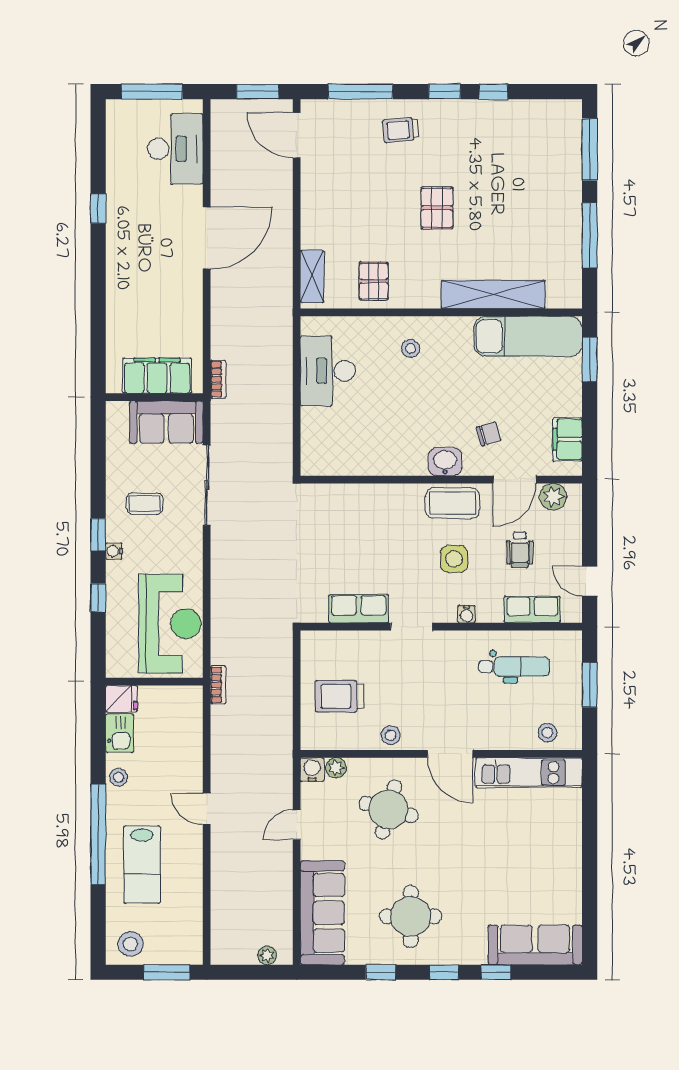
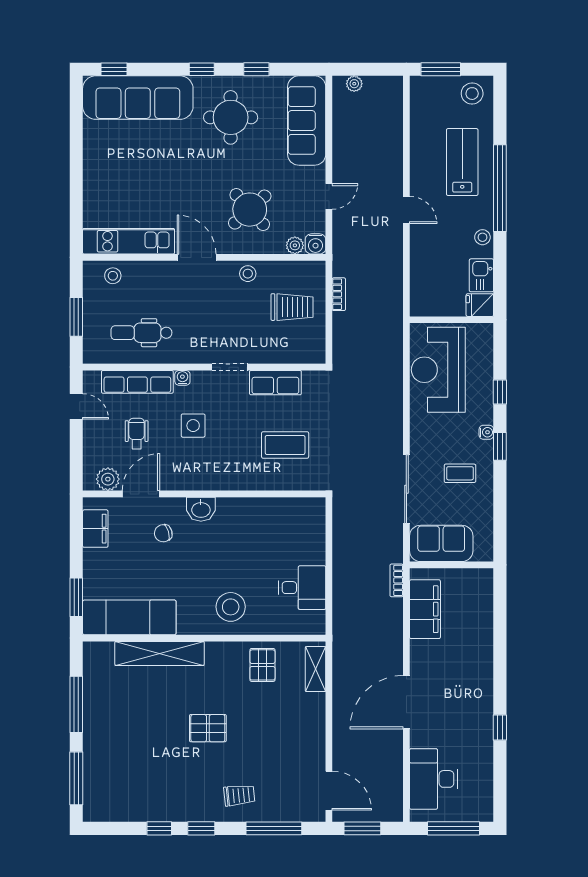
pallet: (437, 208) -> (208, 728), turned 90
stool: (411, 348) -> (231, 607), width x1.89, depth x1.89
desk: (328, 371) -> (302, 588), width x0.73
filing cabinet: (157, 376) -> (425, 609), moved, turned -90
coffee table: (453, 503) -> (285, 445), moved
row of seats: (532, 610) -> (137, 382), width x1.48
bookcase: (218, 685) -> (339, 294), moved, turned 180
round table: (388, 809) -> (250, 210), turned 33
sofa: (535, 945) -> (138, 98), width x1.36, depth x1.27
window: (496, 972) -> (114, 69), moved

